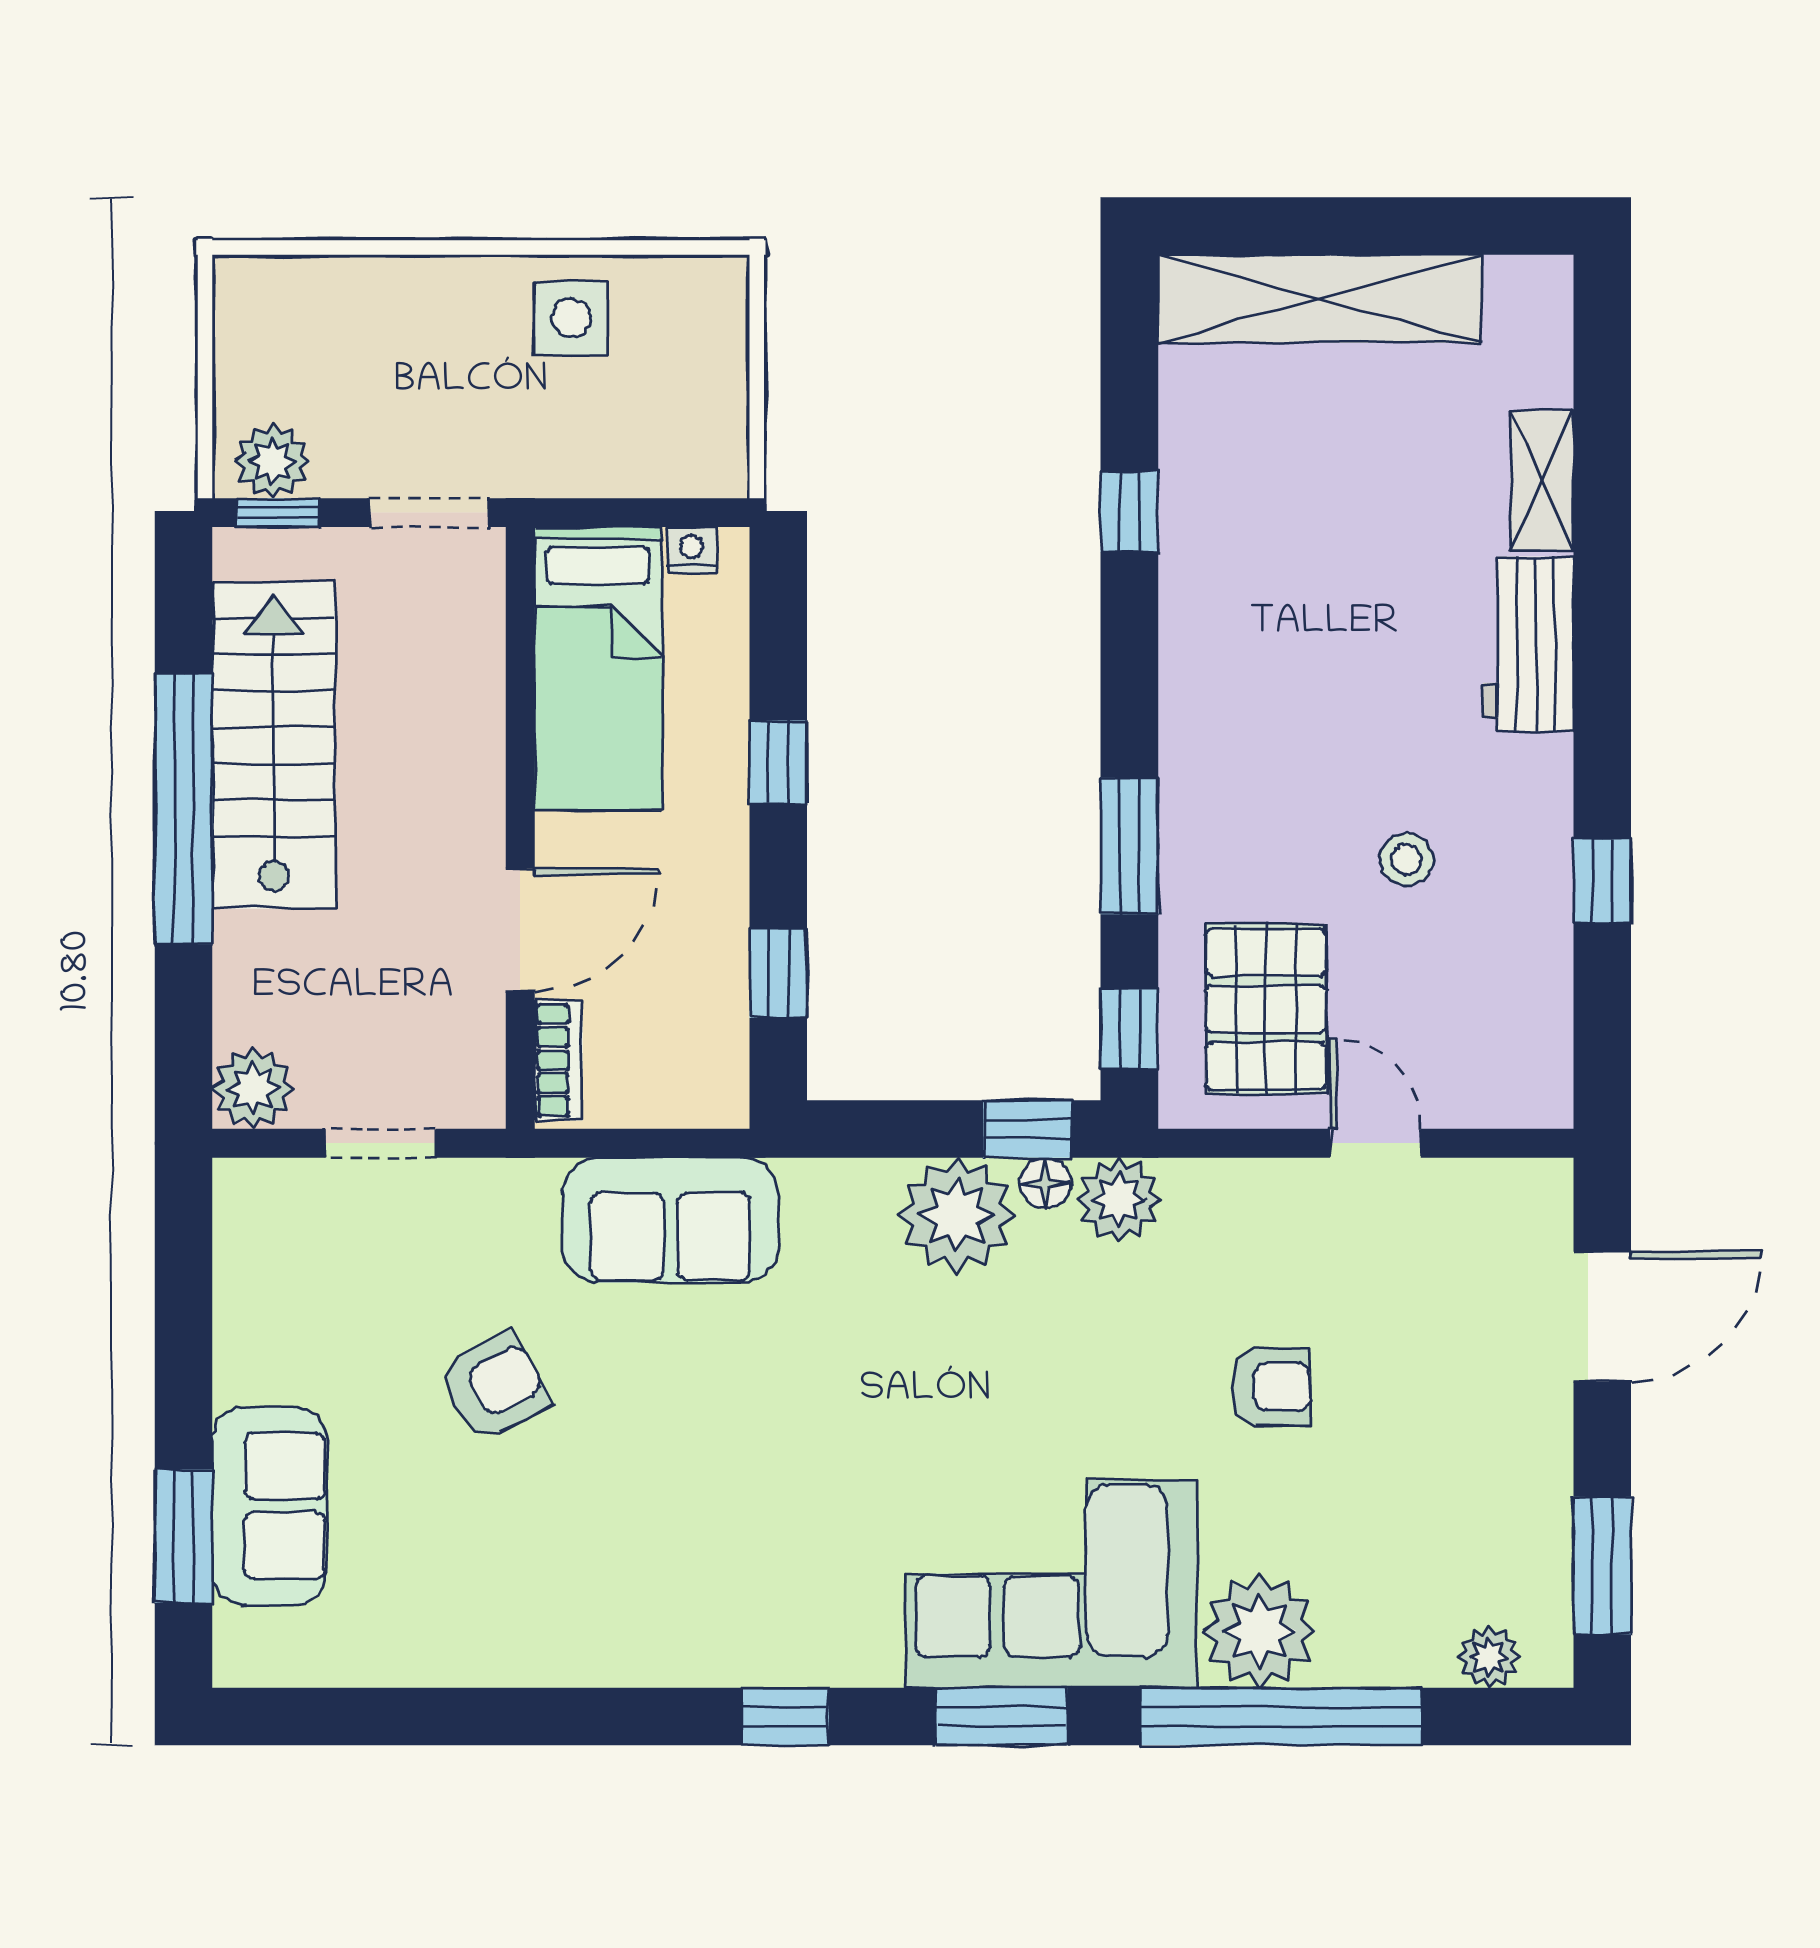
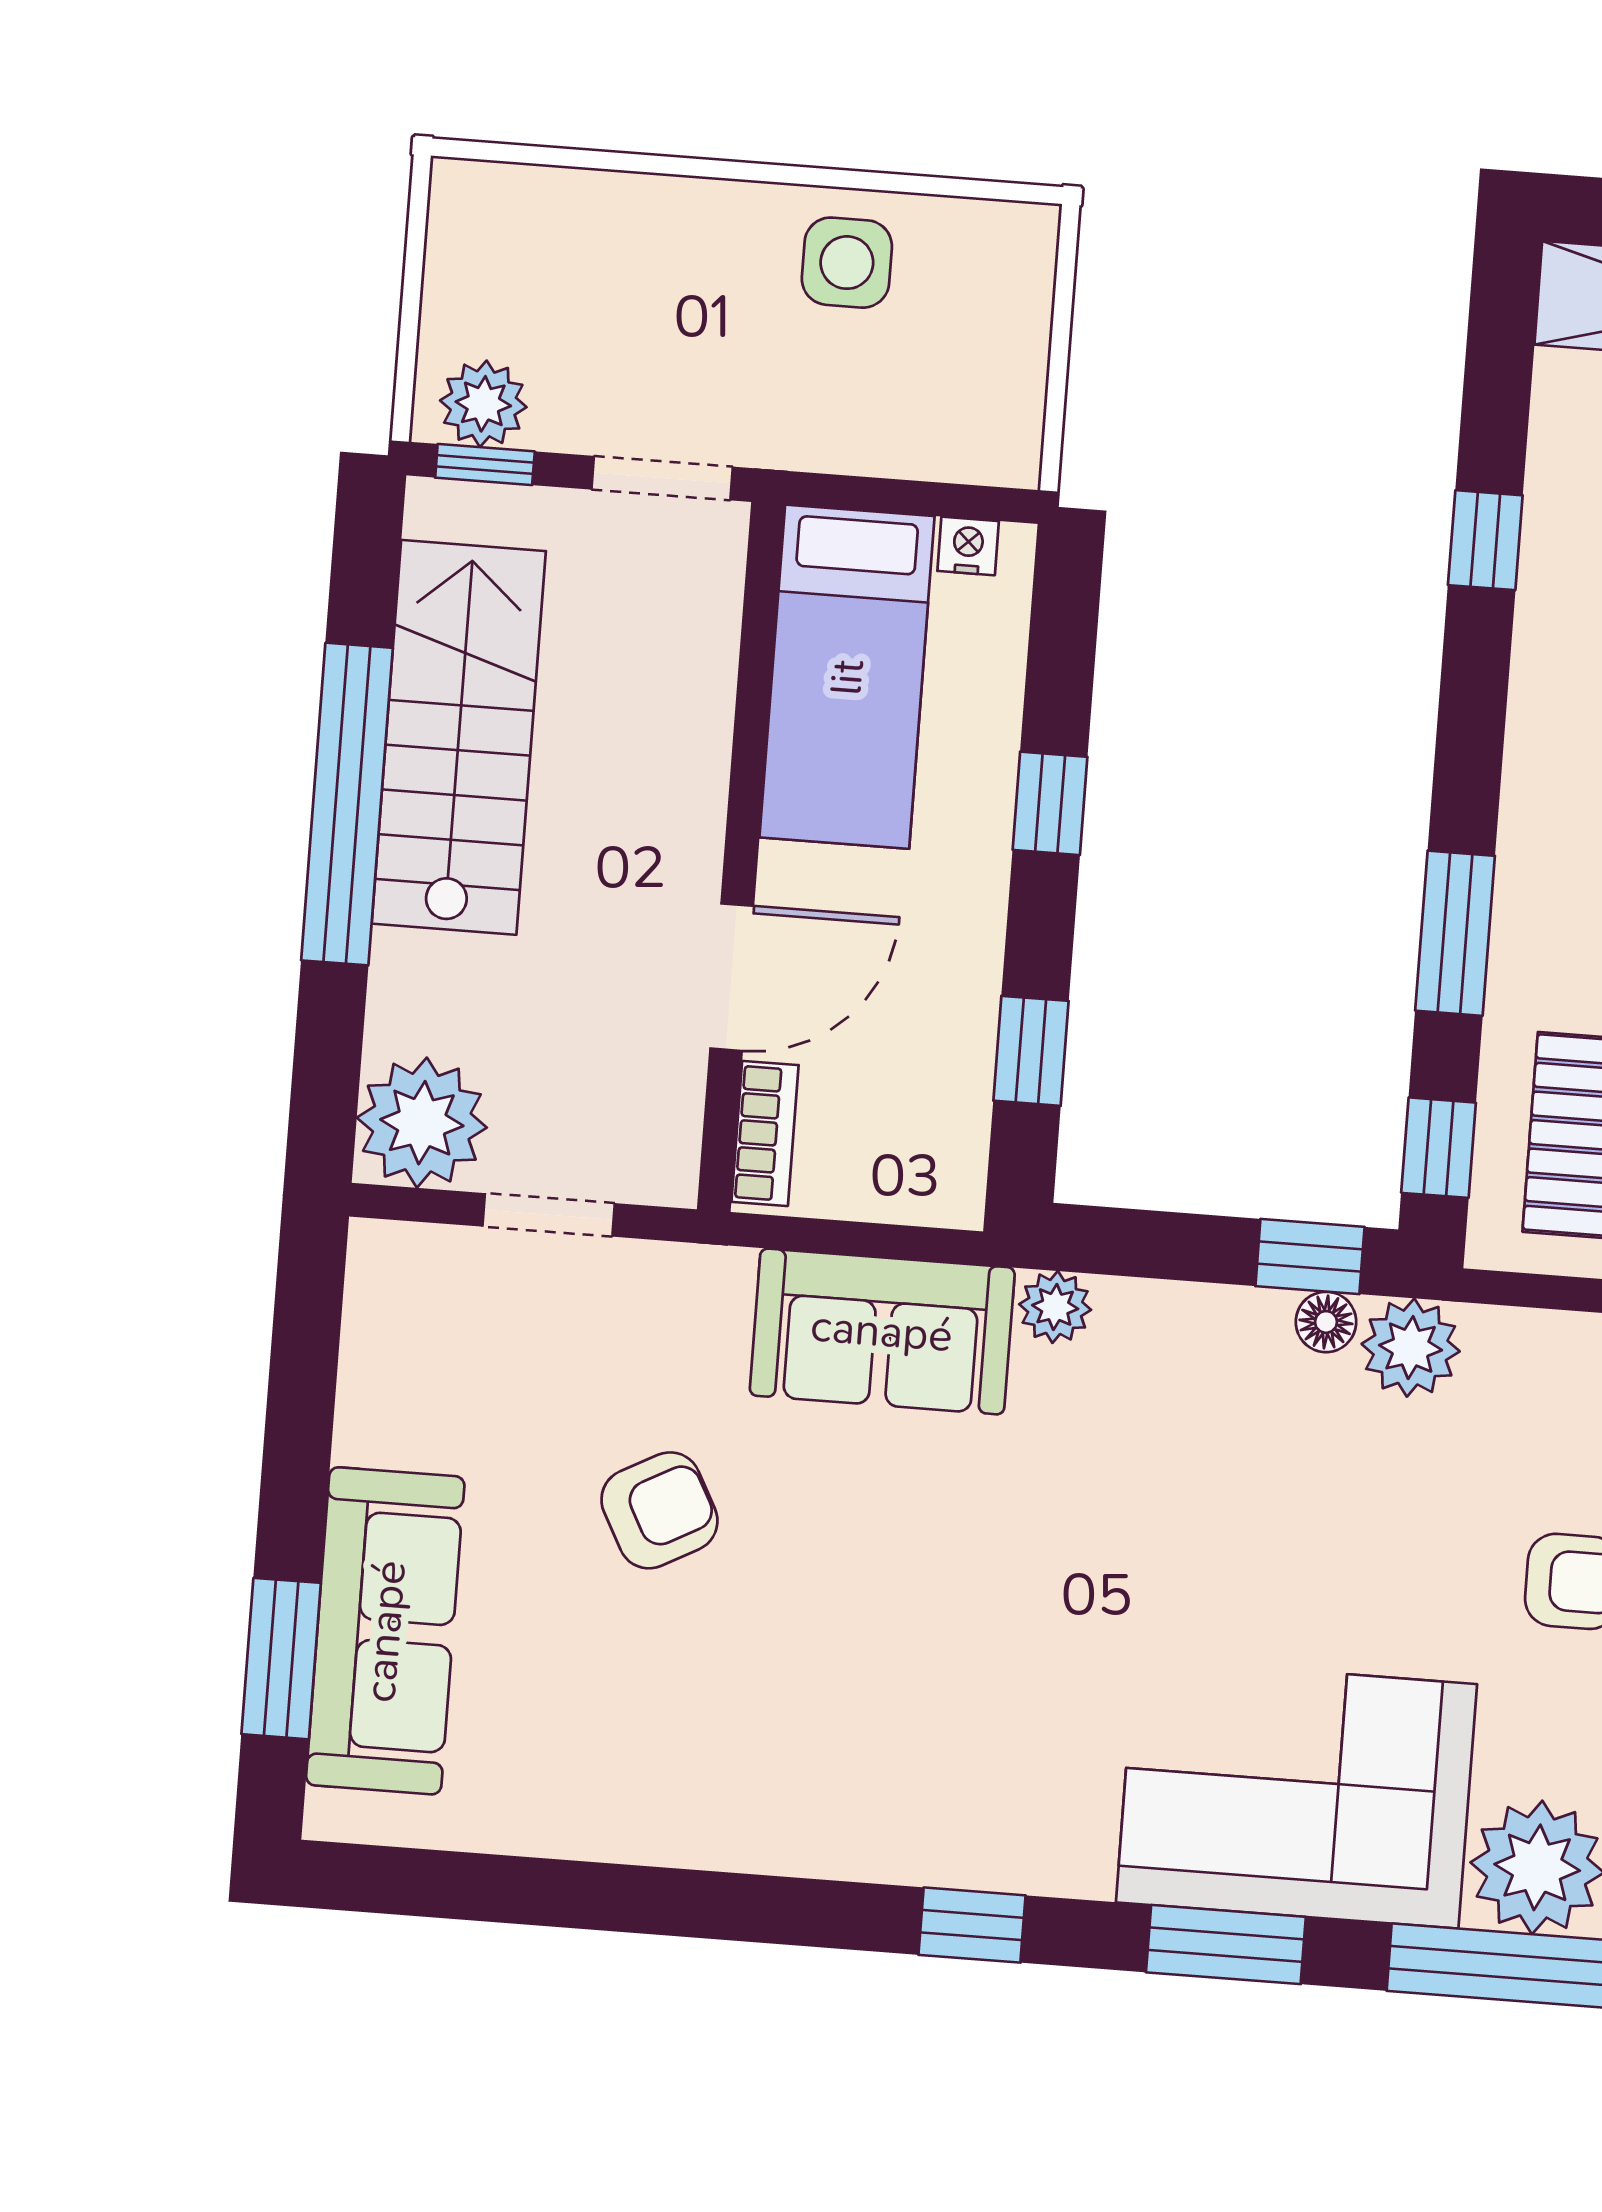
plant: (253, 1088) -> (422, 1123), width x1.36, depth x1.36
plant: (957, 1215) -> (1055, 1307), moved, width x0.53, depth x0.53
sofa: (270, 1506) -> (385, 1631), width x1.36

